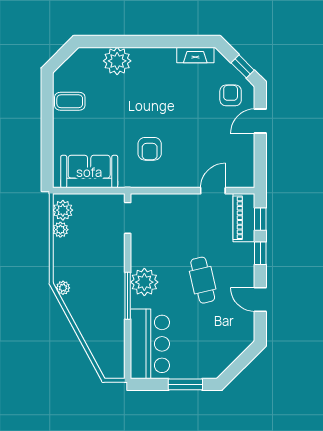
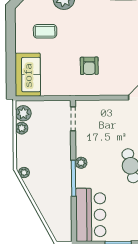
coffee table: (70, 101) -> (45, 31), moved
sofa: (89, 172) -> (28, 75), moved, turned 90
plant: (144, 282) -> (81, 163), width x0.53, depth x0.53

